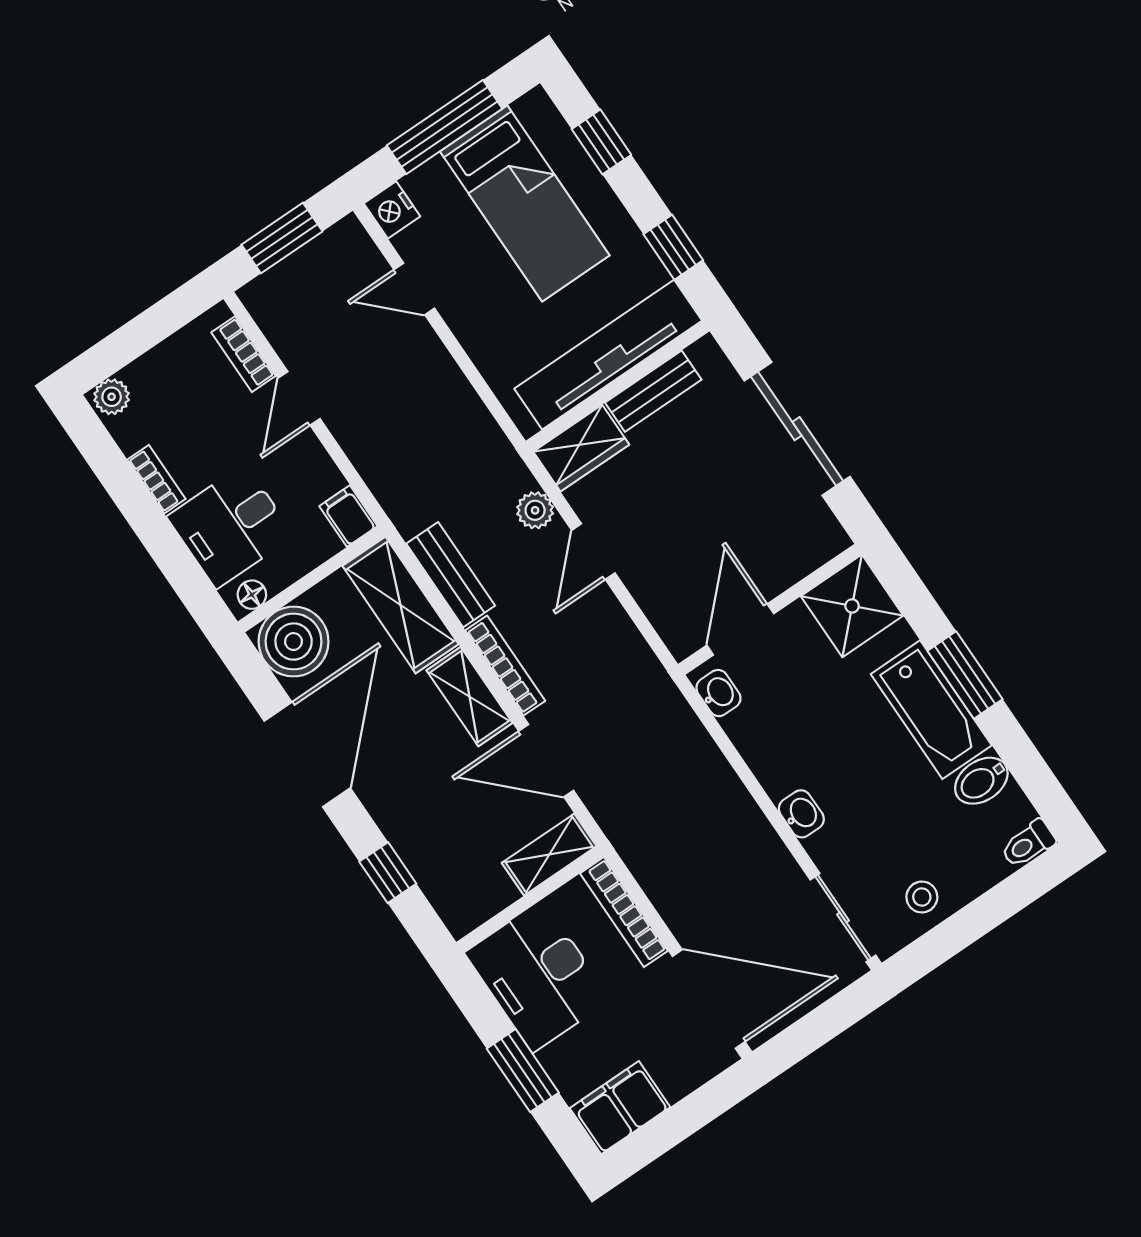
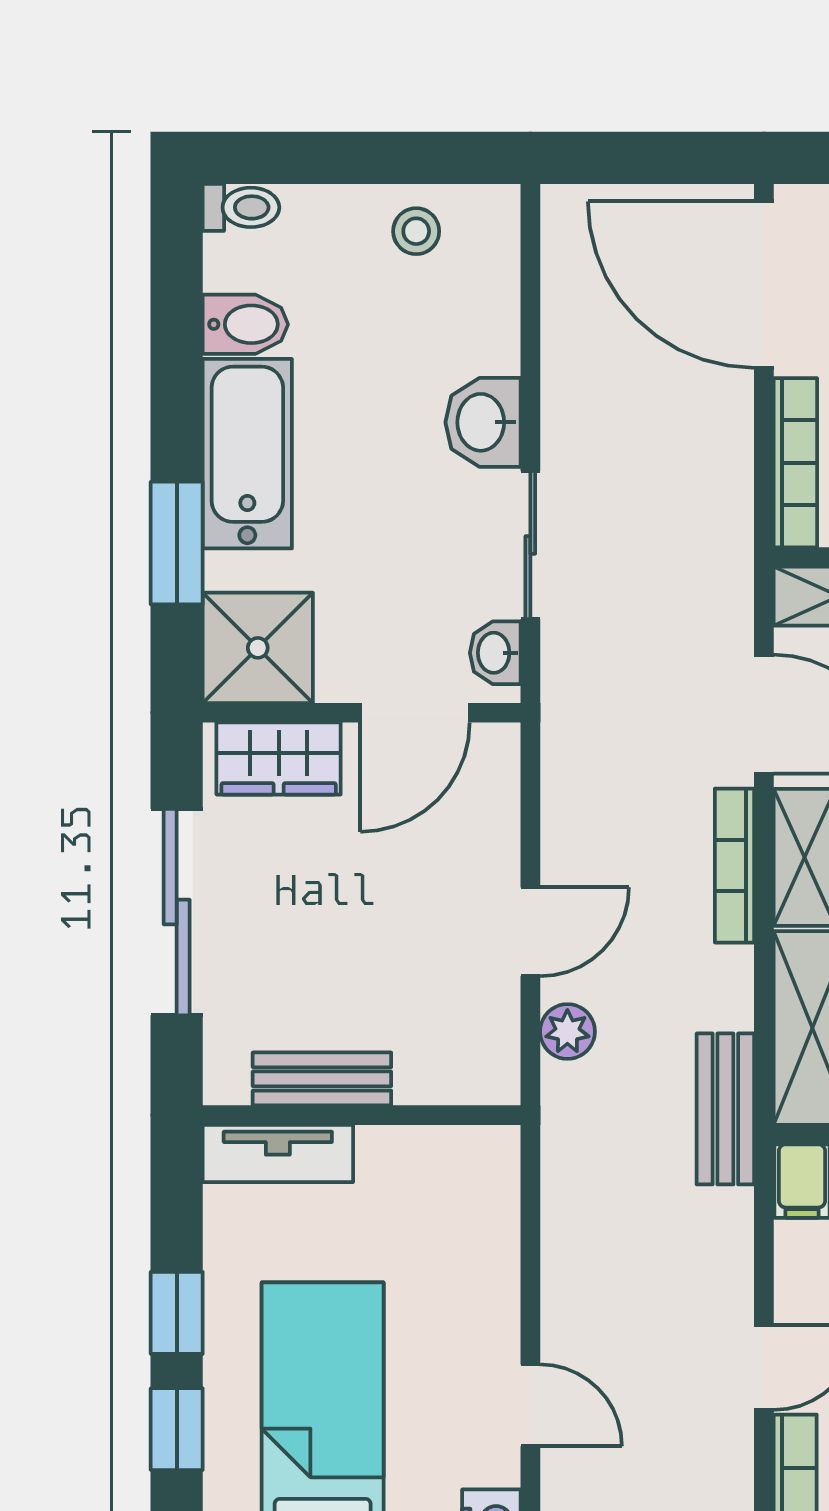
window: (673, 247) -> (177, 1313), moved
tv unit: (608, 355) -> (278, 1153), width x0.52, depth x0.78
wardrobe: (581, 448) -> (279, 758), moved, turned 180
bench: (451, 575) -> (725, 1109), moved
window: (965, 675) -> (177, 543), moved
washbasin: (801, 814) -> (483, 422), width x1.38, depth x1.45
sliding door: (843, 918) -> (530, 545), moved

